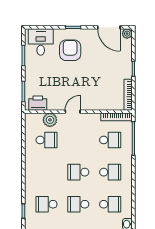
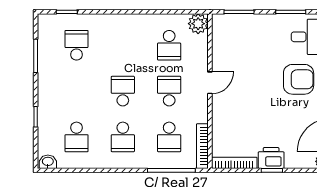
printer: (38, 103) -> (271, 158), moved, turned -90
door: (73, 112) -> (210, 83), hinge flipped
plant: (50, 120) -> (198, 24), moved
school desk: (78, 204) -> (169, 91), moved

